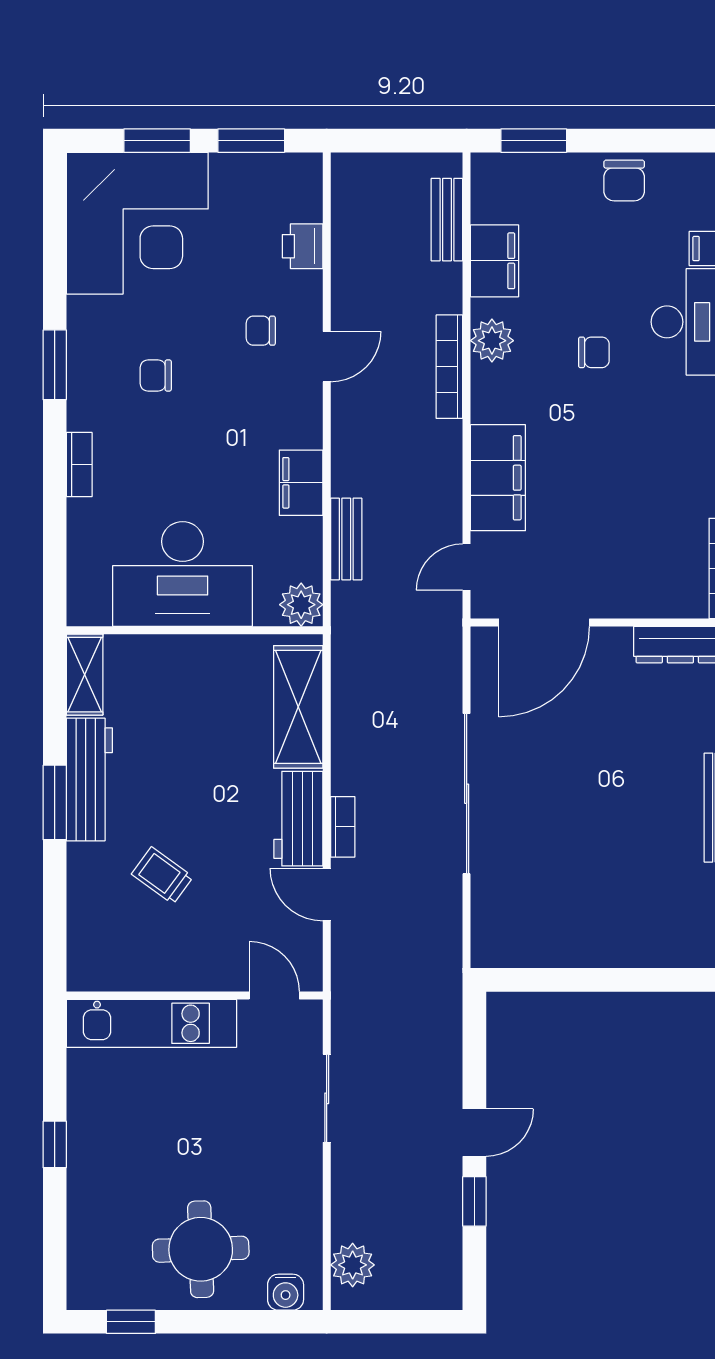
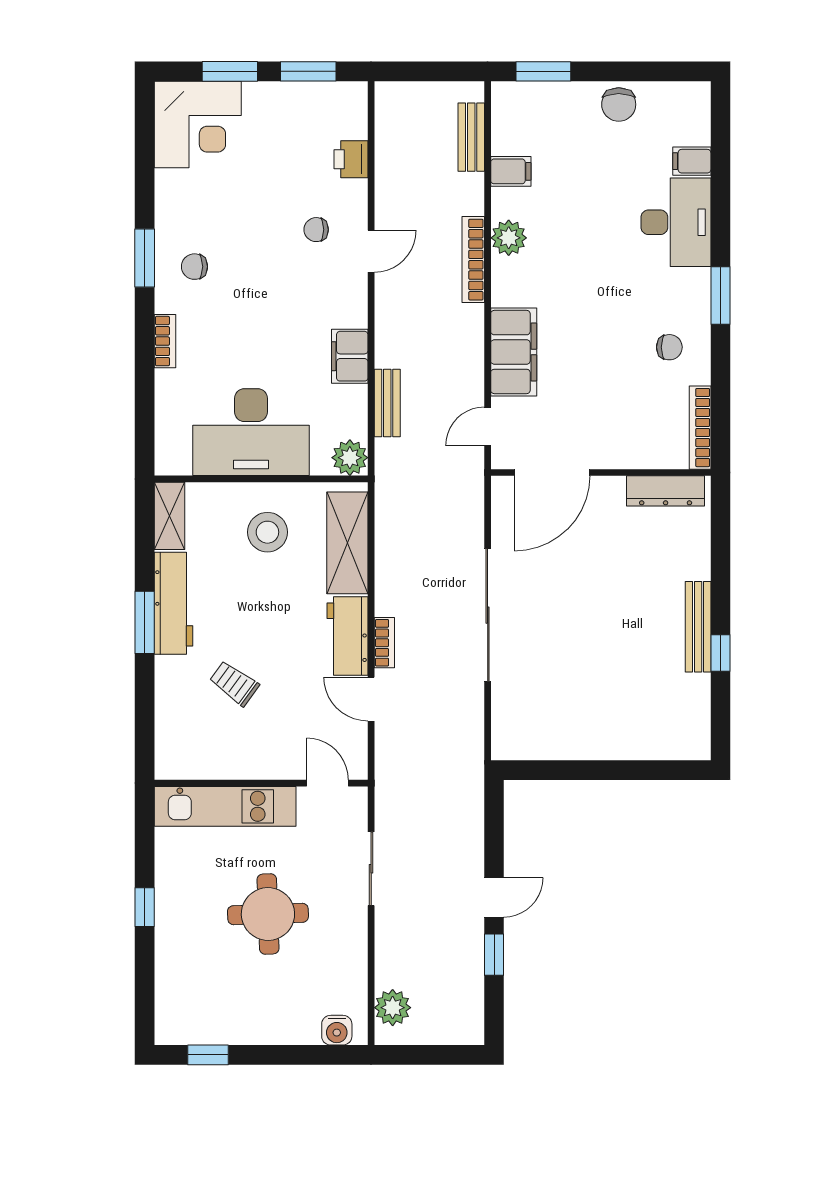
corner desk: (137, 223) -> (198, 124), width x0.74, depth x0.74
filing cabinet: (494, 261) -> (511, 171), width x0.50
chair: (594, 352) -> (669, 347), moved
chair: (156, 376) -> (195, 267), moved
stool: (202, 694) -> (267, 532), added
round table: (201, 1249) -> (268, 914), moved

